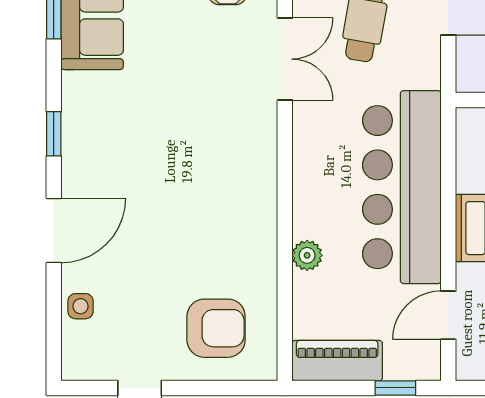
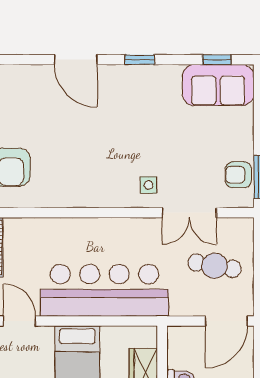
plant: (307, 255) -> (59, 227), removed
side table: (81, 306) -> (148, 185), moved

